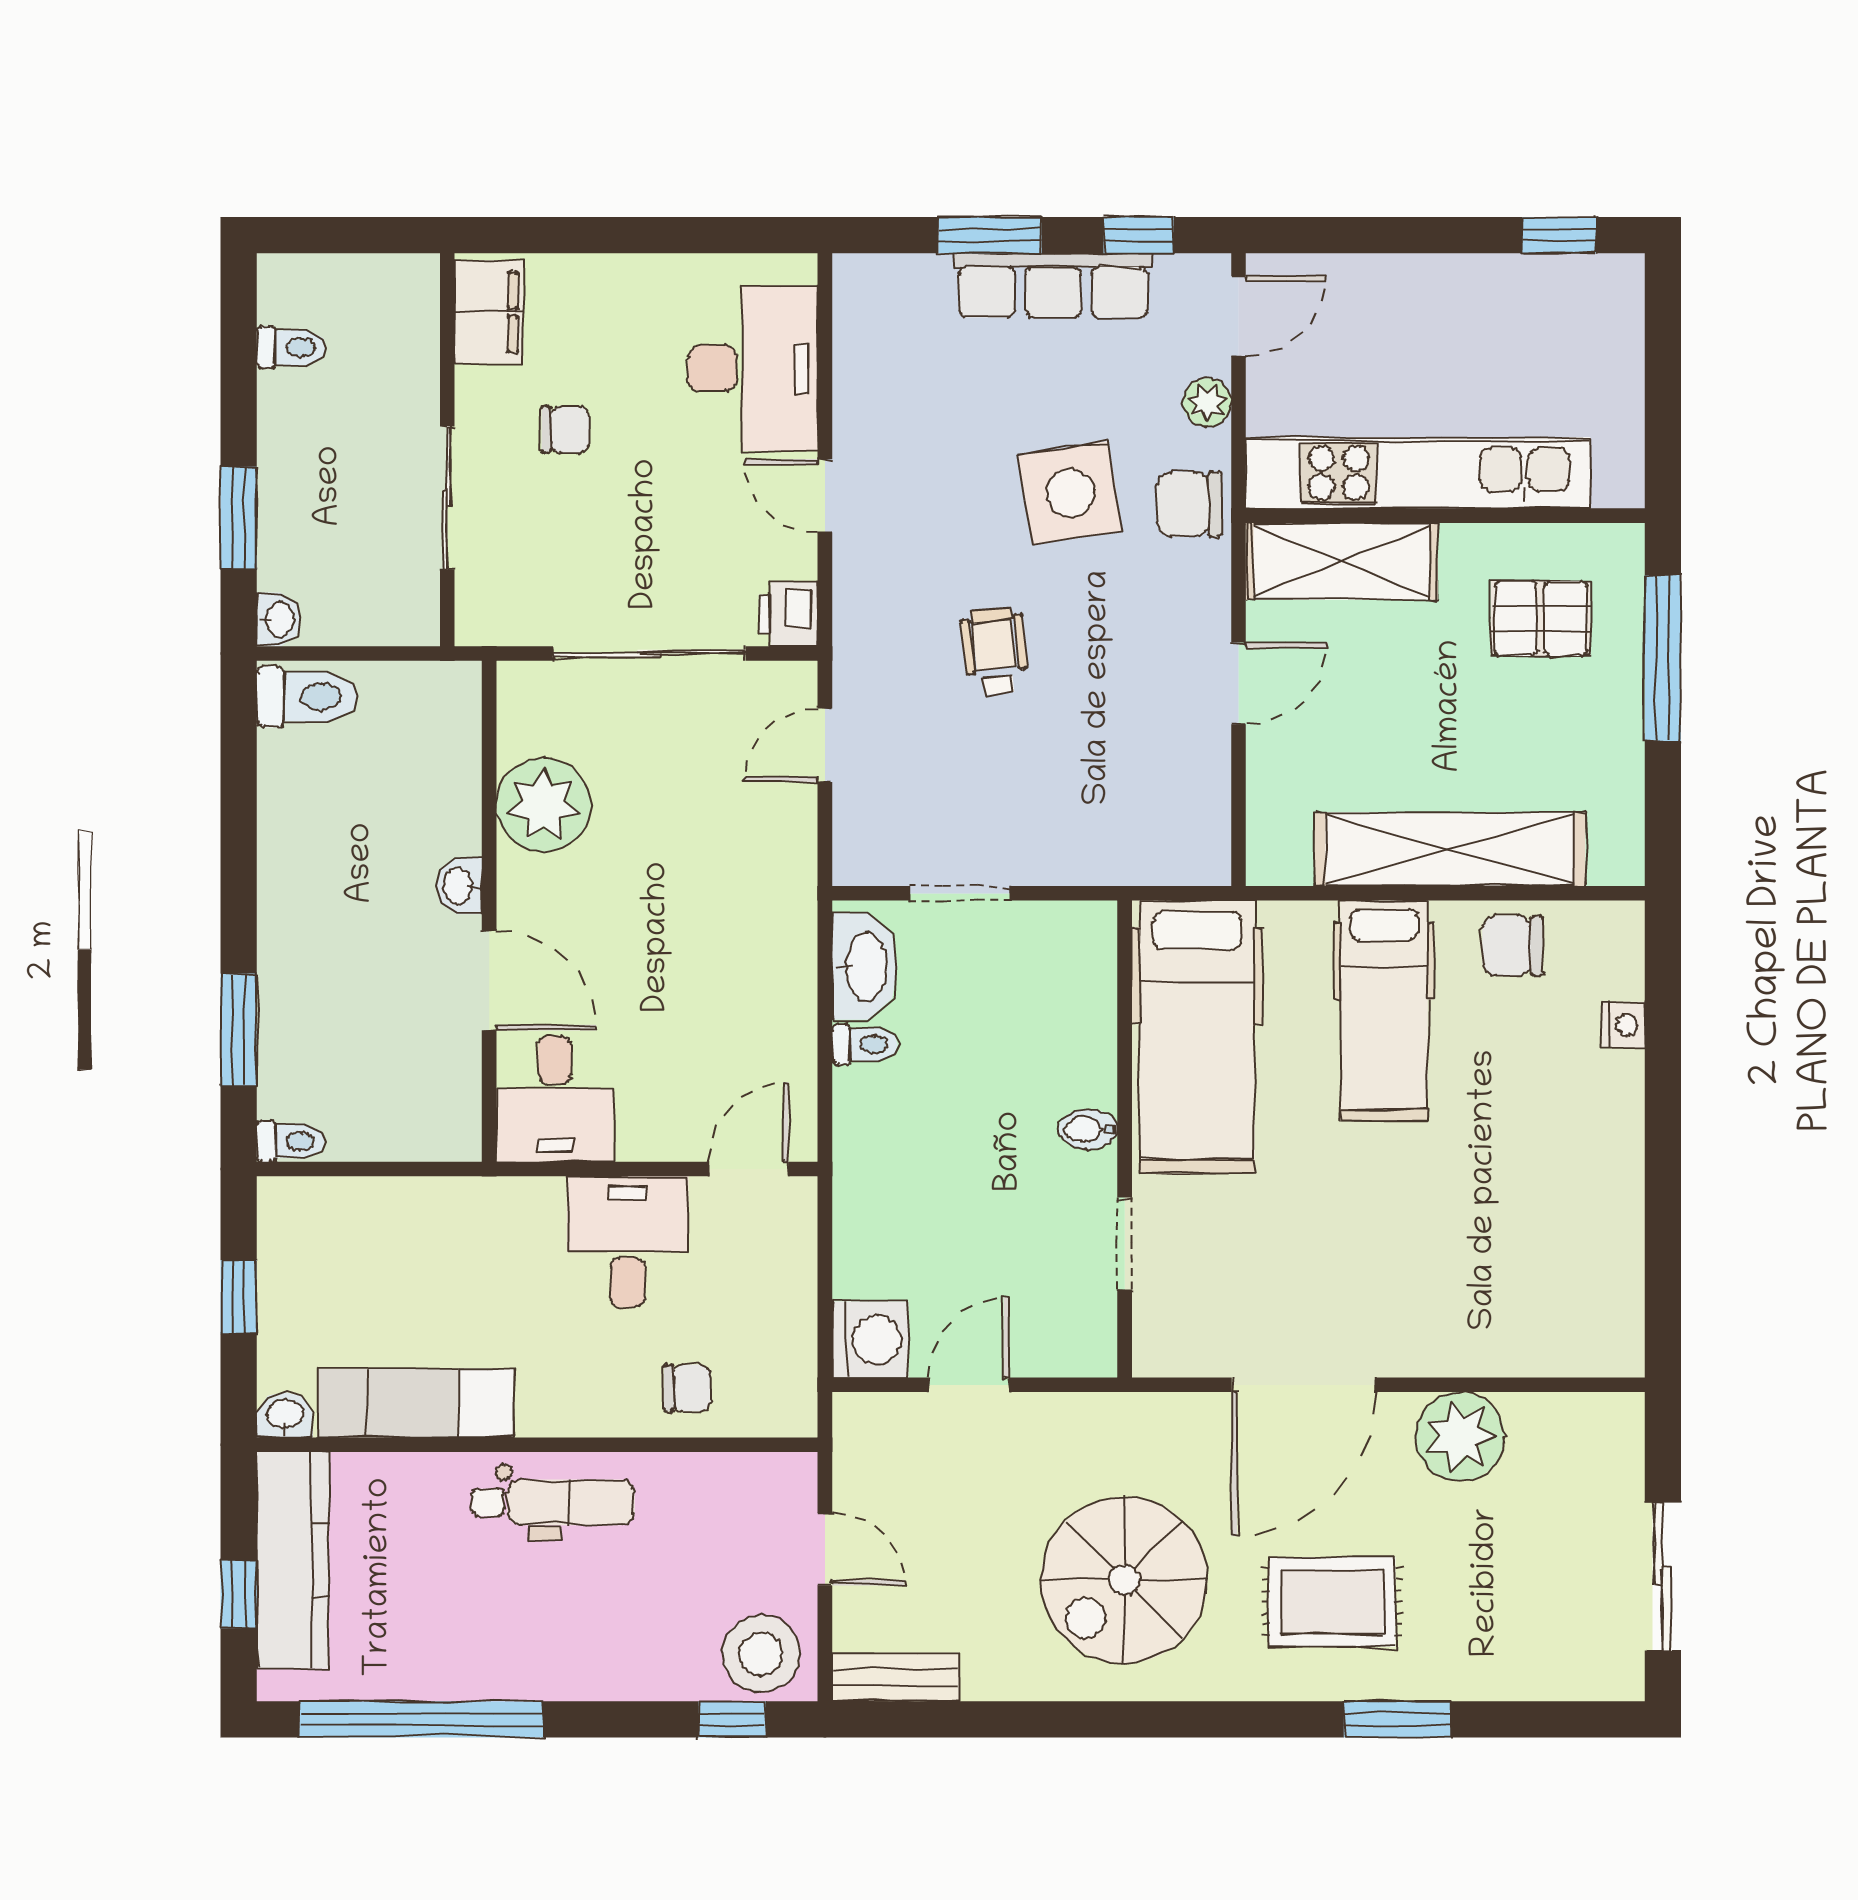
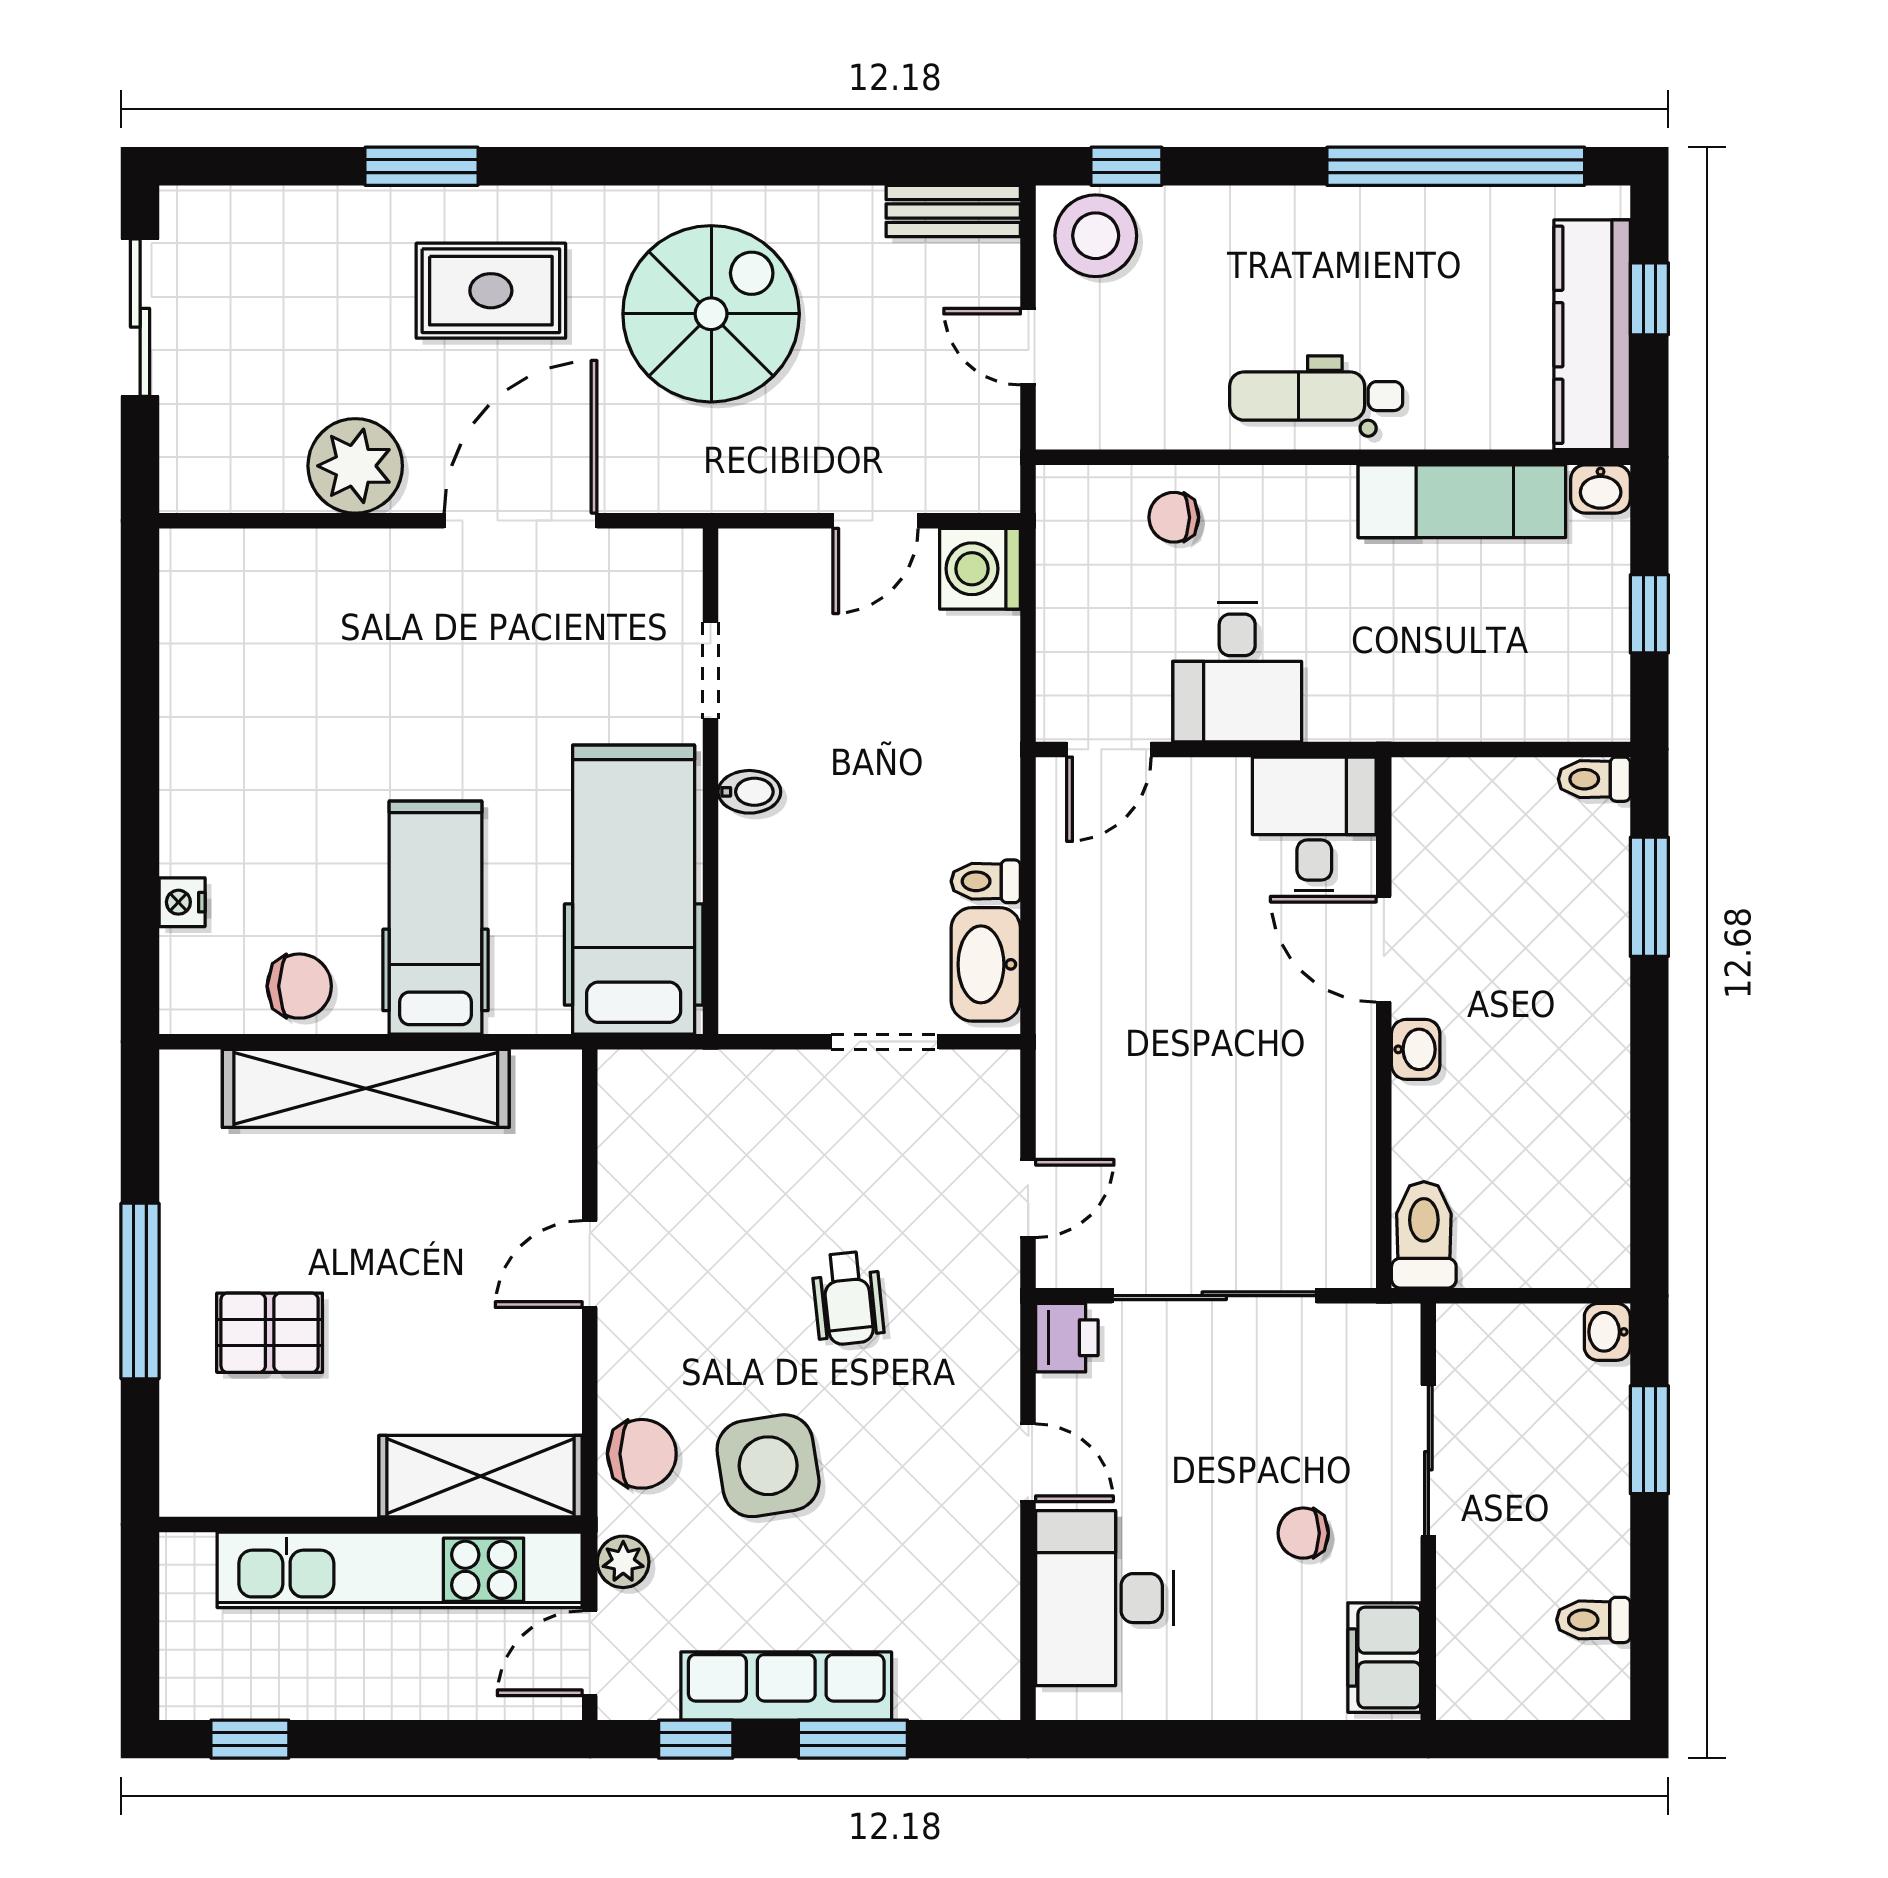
kitchen unit: (1418, 473) -> (400, 1570), moved
wall: (1445, 516) -> (371, 1524), moved
shelving: (1342, 561) -> (481, 1476), moved
toilet: (307, 697) -> (1424, 1235), moved, turned 90
plant: (543, 805) -> (1326, 1135), removed

